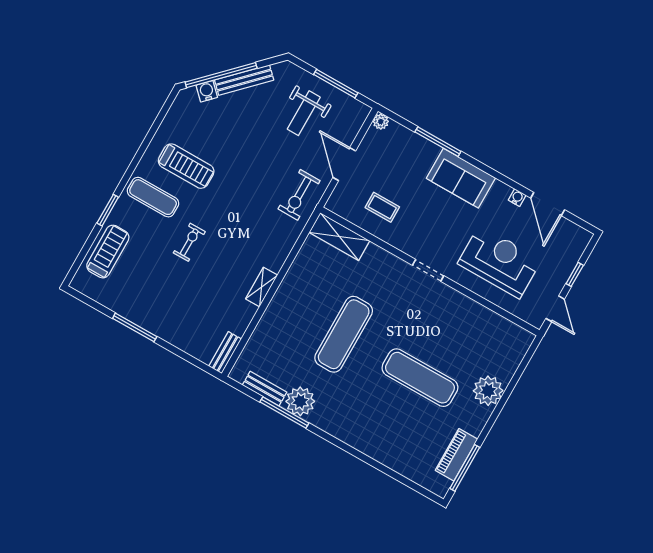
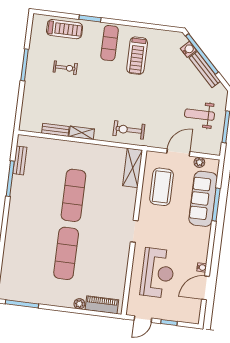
plant: (381, 122) -> (199, 162), moved
sofa: (461, 178) -> (203, 199), moved, width x1.36
exercise bike: (299, 195) -> (129, 130), moved
coffee table: (382, 207) -> (162, 187), width x1.86, depth x1.72
exercise bike: (189, 242) -> (65, 68), moved
exercise mat: (344, 334) -> (73, 195), turned 90
bench: (225, 353) -> (55, 130), moved
plant: (488, 391) -> (79, 304), width x0.53, depth x0.53
plant: (300, 401) -> (21, 186), removed
piano: (456, 455) -> (102, 305), moved

